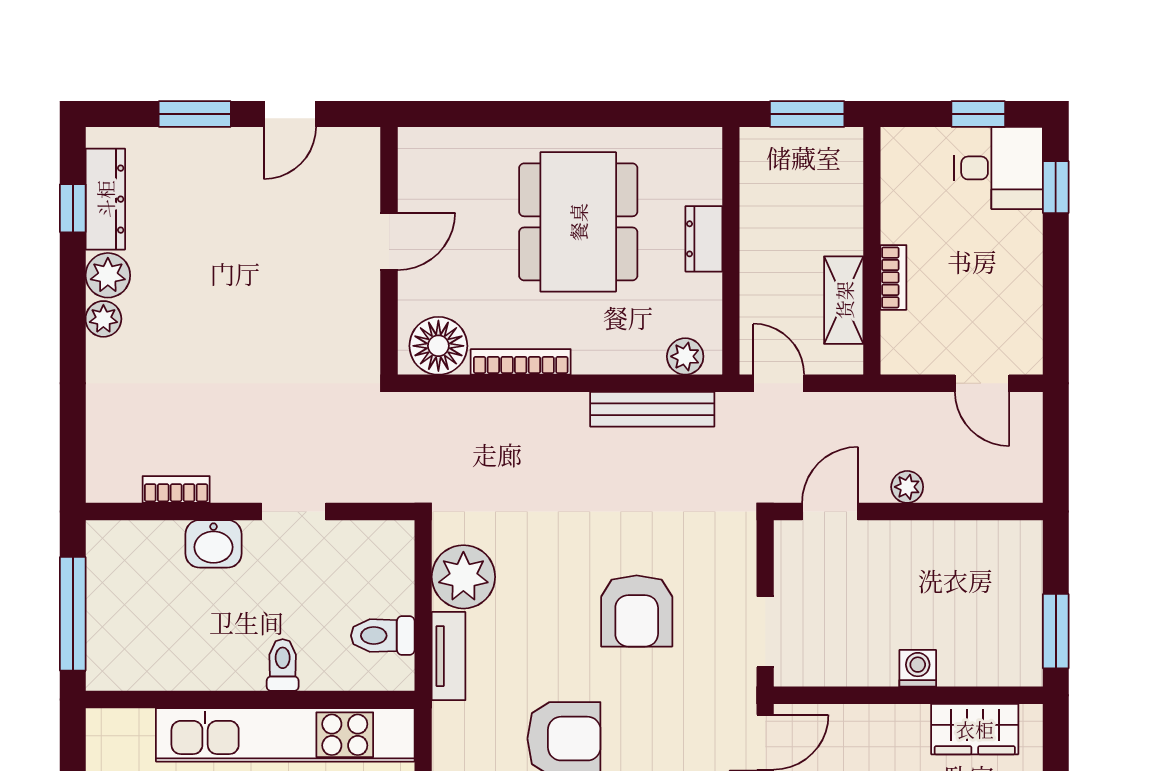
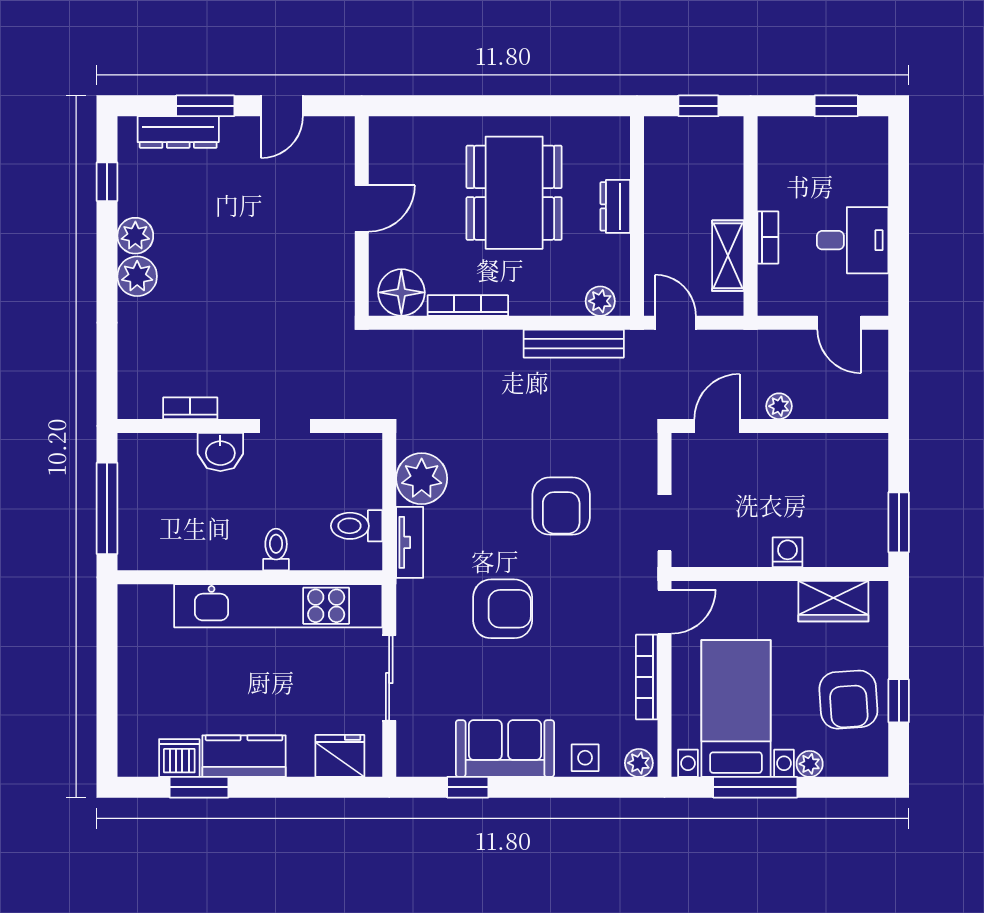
window: (807, 114) -> (698, 106), width x0.67
desk: (998, 168) -> (853, 240), moved
window: (1056, 187) -> (899, 165), removed
dresser: (105, 199) -> (178, 132), moved, turned 90
plant: (103, 319) -> (137, 276), width x1.38, depth x1.38

